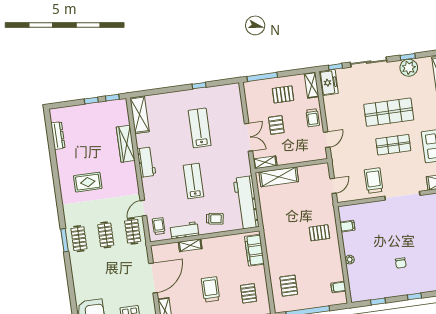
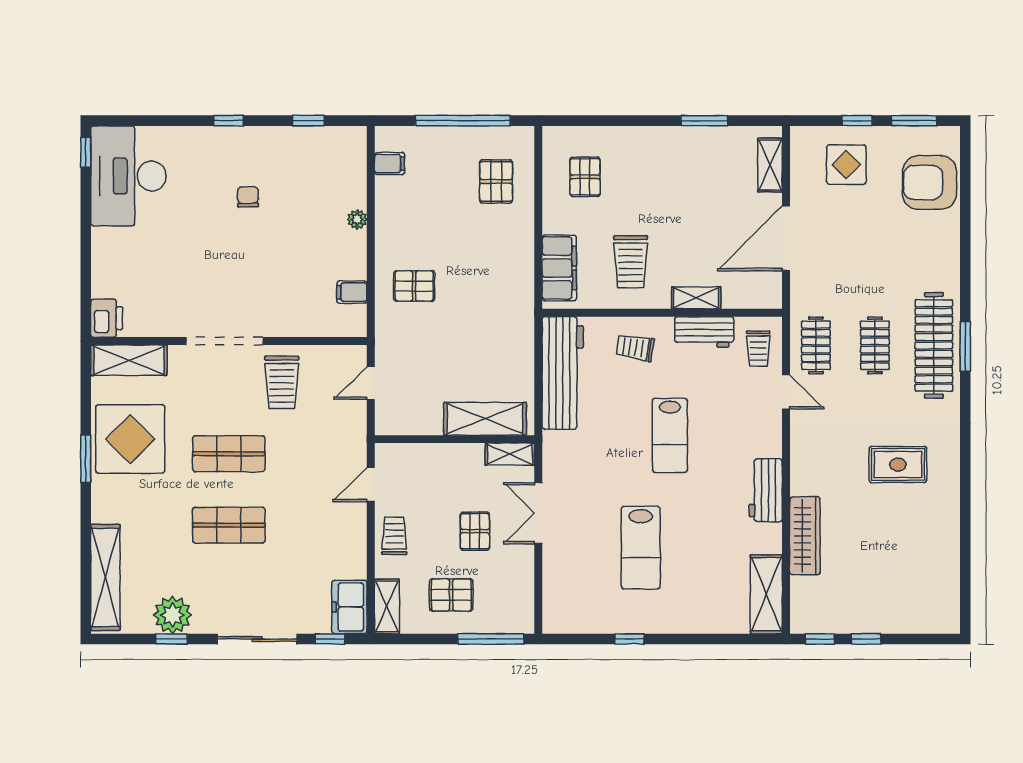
shop shelf: (389, 112) -> (229, 525), width x0.70, depth x0.74
dresser: (58, 136) -> (949, 574), removed
door: (143, 208) -> (786, 392), hinge flipped
clothes rail: (79, 239) -> (934, 345), width x1.86, depth x1.31
trolley: (211, 289) -> (631, 262), moved

